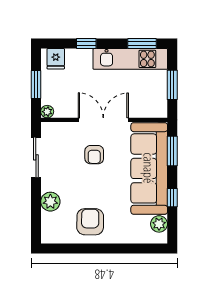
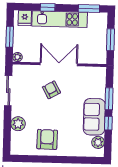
kitchen unit: (130, 59) -> (60, 19), moved
window: (172, 151) -> (109, 99), moved
armchair: (94, 155) -> (51, 90), turned 151
sofa: (149, 168) -> (94, 117), width x0.54, depth x0.79

